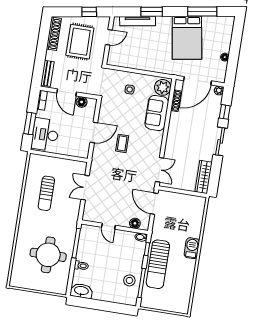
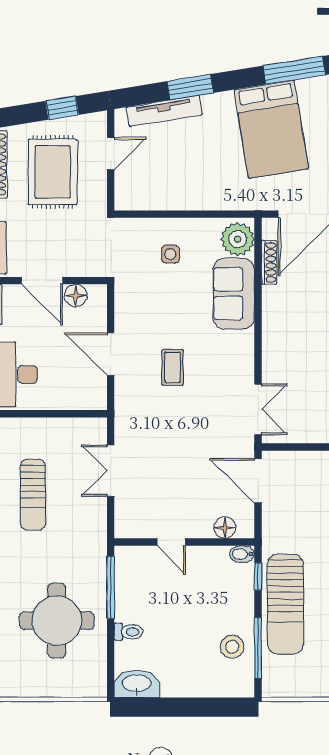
door: (94, 132) -> (111, 354), swing flipped

